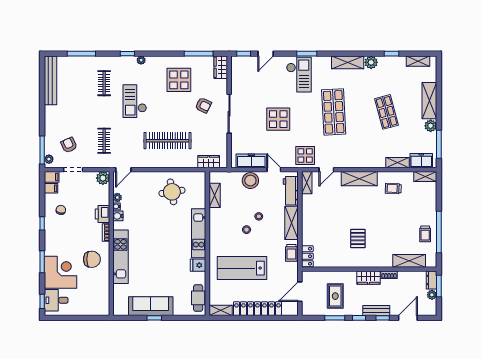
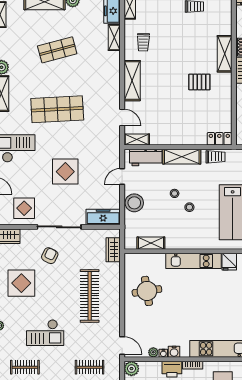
display table: (305, 156) -> (24, 208), moved
freezer: (251, 161) -> (103, 217), moved, turned 90
shelving: (409, 261) -> (225, 54), moved

